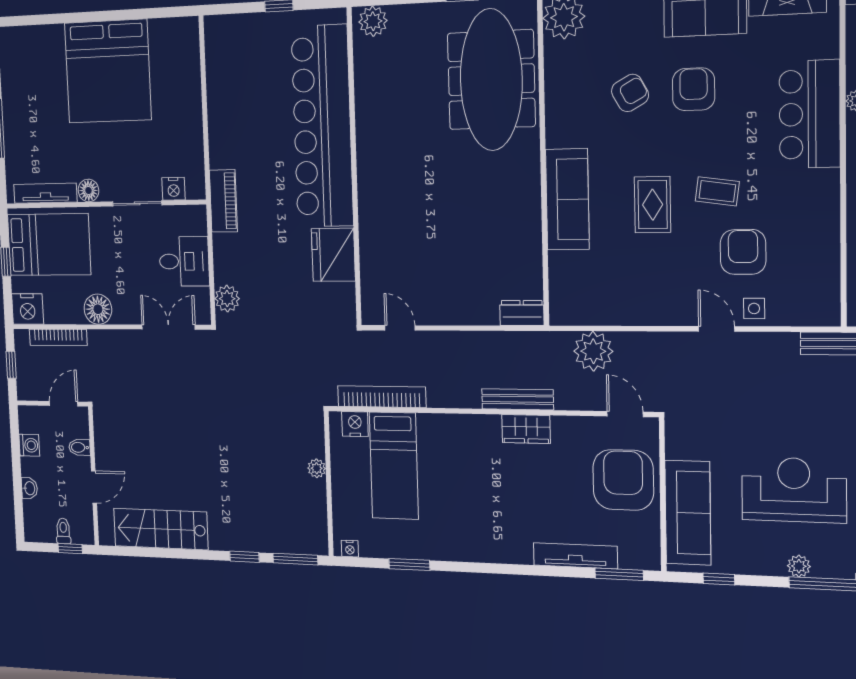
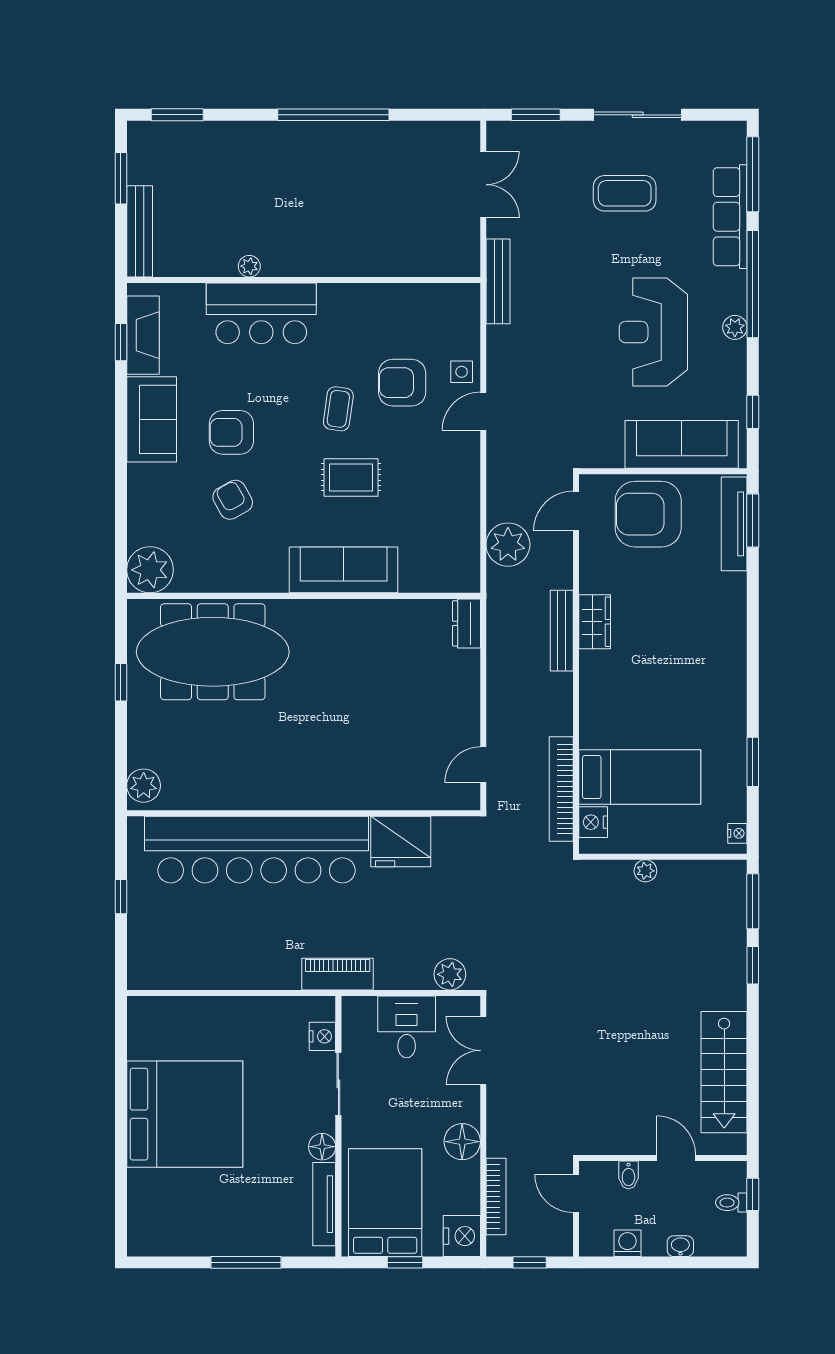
tv unit: (575, 556) -> (734, 524), moved

